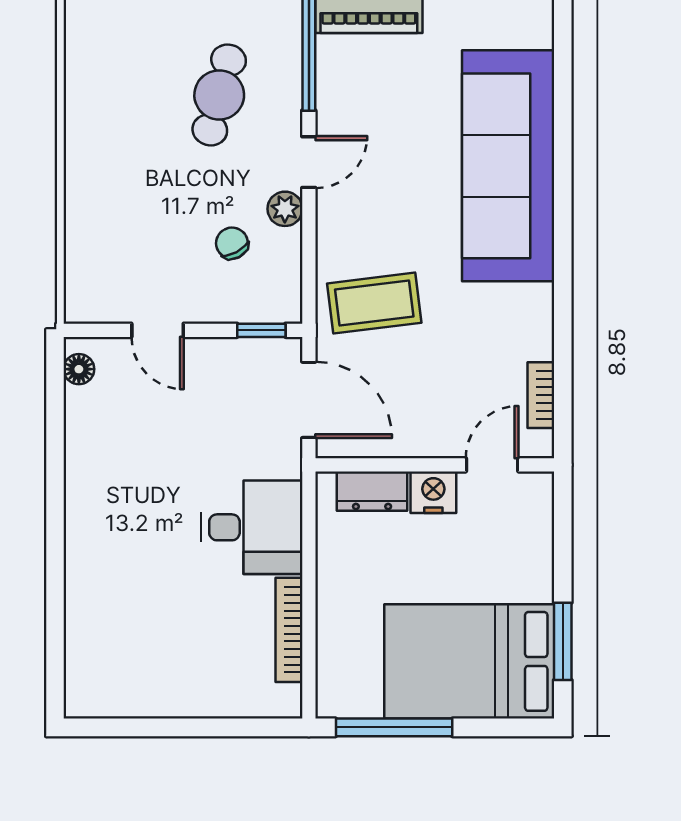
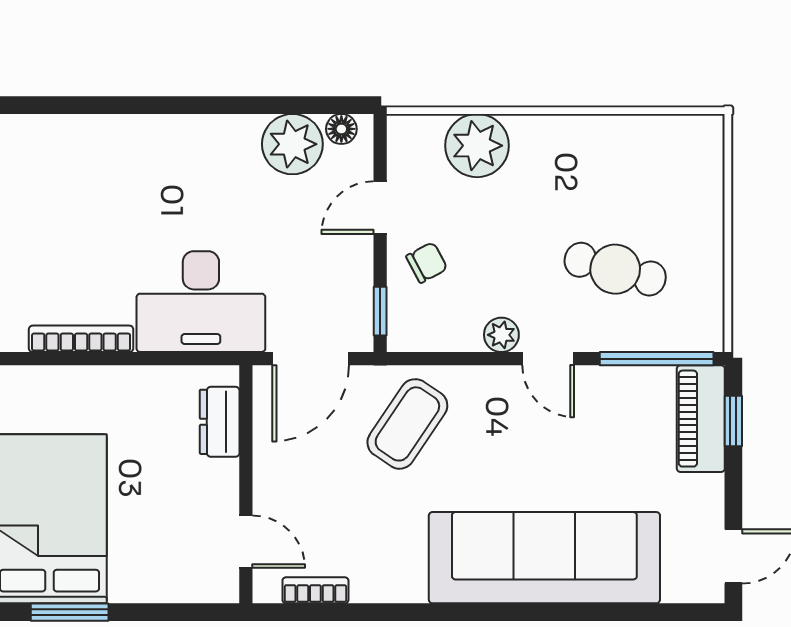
plant: (95, 233) -> (477, 146), added
chair: (232, 243) -> (427, 262), moved
coffee table: (374, 303) -> (407, 424), turned 41
plant: (94, 418) -> (292, 144), added
nightstand: (433, 492) -> (218, 483), removed
desk: (252, 527) -> (201, 302), width x1.37

